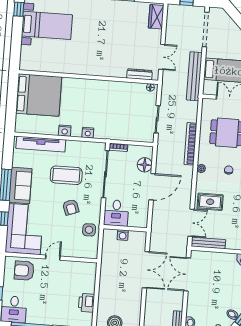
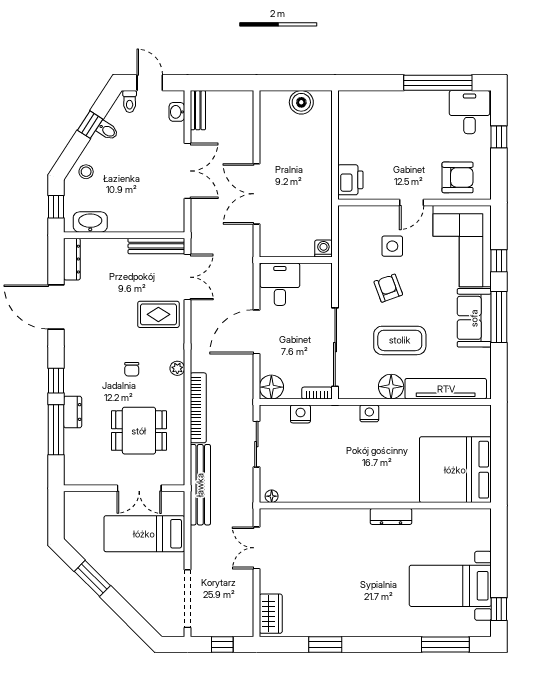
dresser: (140, 74) -> (391, 516), moved
bench: (194, 76) -> (200, 485), moved
nightstand: (65, 131) -> (300, 414), moved
floor lamp: (74, 148) -> (391, 387), added
floor lamp: (145, 165) -> (271, 387), moved
desk: (116, 213) -> (280, 284), moved
double door: (191, 223) -> (187, 277), swing flipped
side table: (89, 230) -> (392, 246), moved
washing machine: (123, 235) -> (323, 249), moved
double door: (187, 274) -> (187, 171), moved
printer: (87, 303) -> (350, 180), moved

